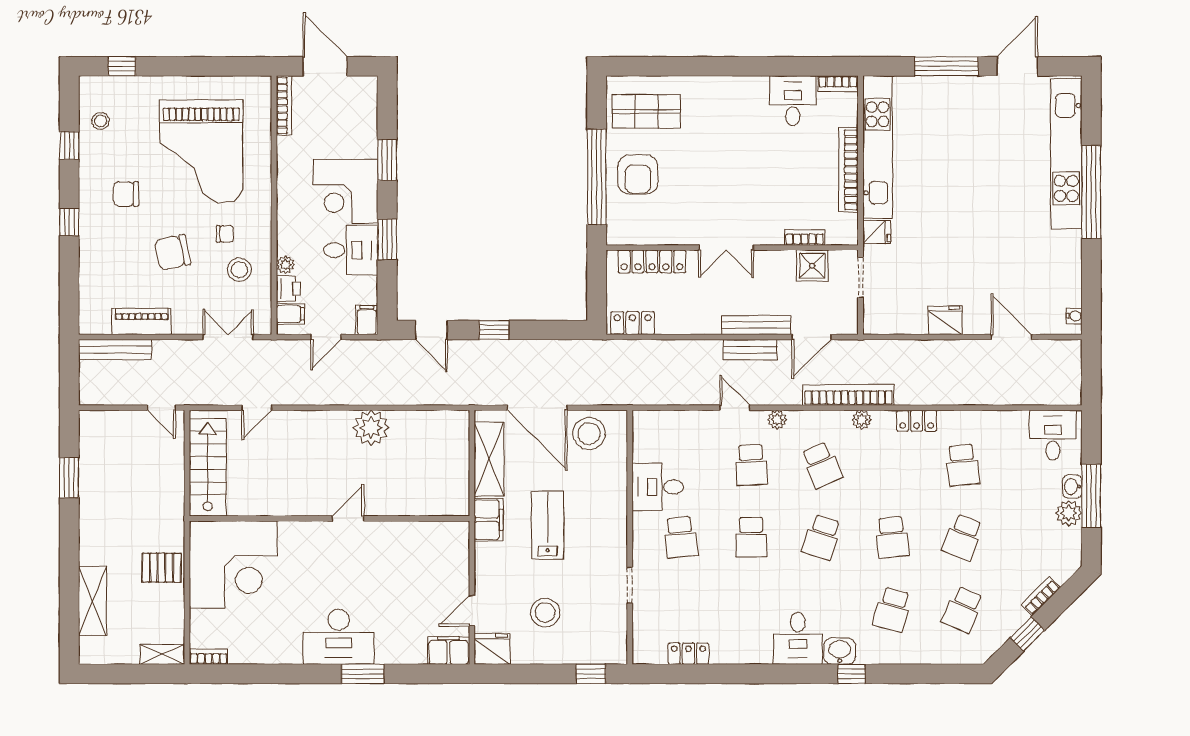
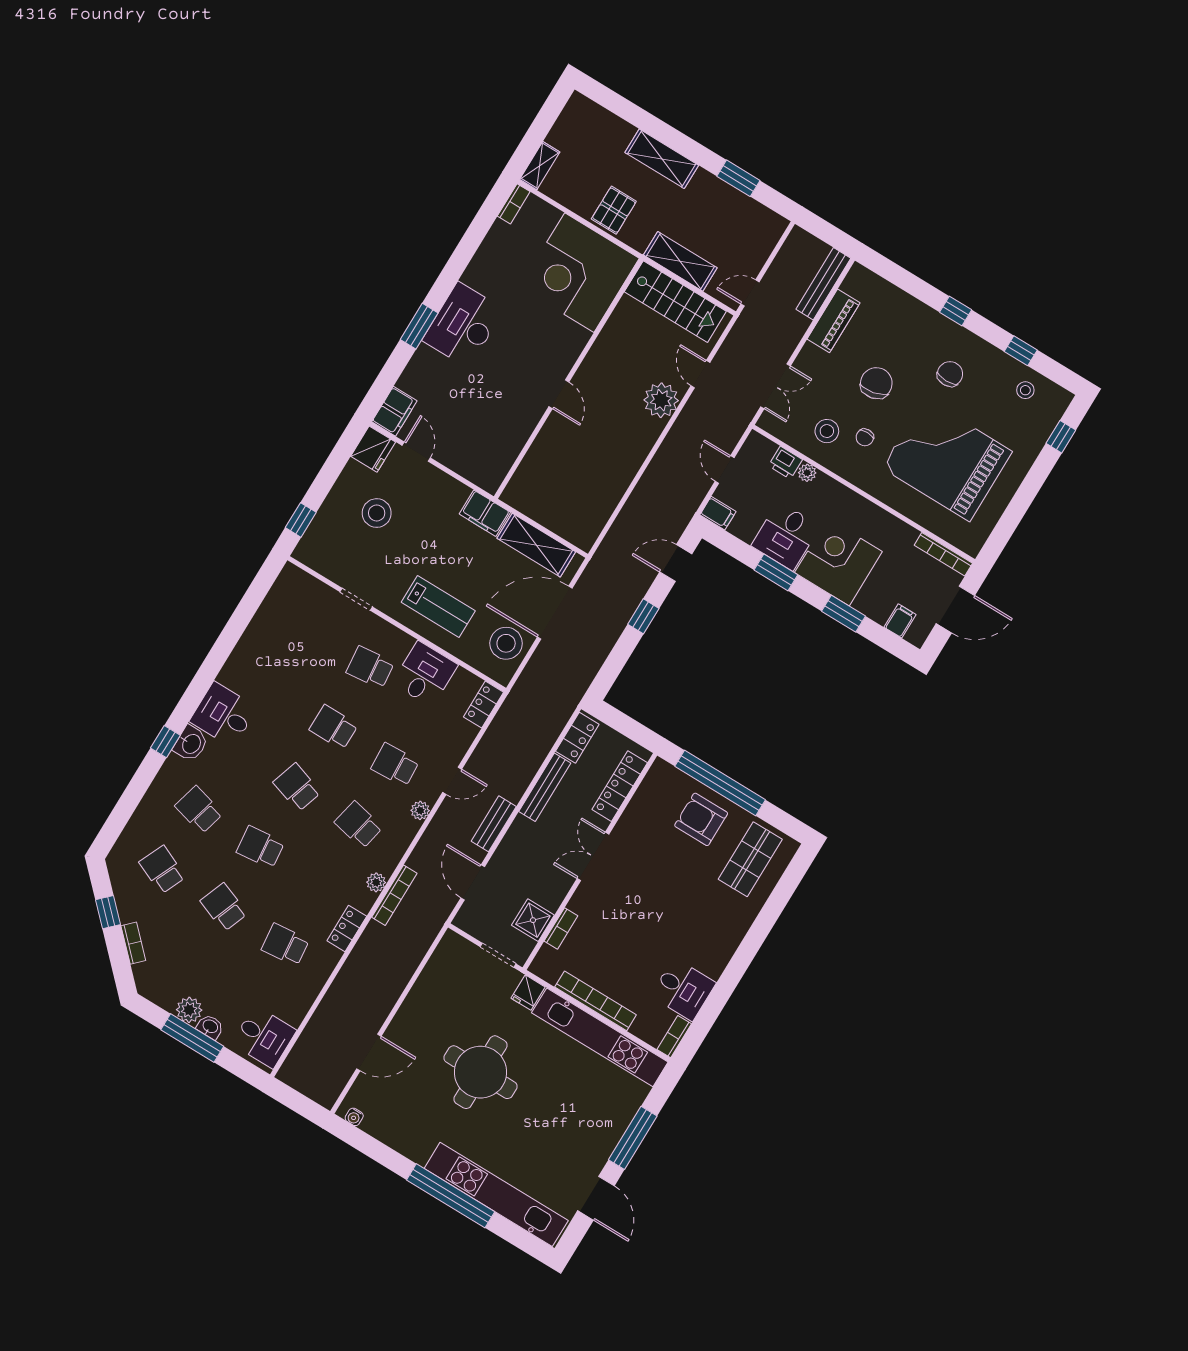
round table: (970, 231) -> (480, 1072), added
filing cabinet: (290, 314) -> (900, 621), moved, turned 180
fridge: (945, 320) -> (417, 1005), removed
bench: (756, 325) -> (545, 787), moved
bookcase: (848, 395) -> (394, 895), width x0.68, depth x0.76
plant: (371, 428) -> (661, 400), moved
school desk: (822, 465) -> (359, 825), turned 36
shelving: (171, 484) -> (680, 261), added
lab bench: (548, 525) -> (438, 607), moved
shelving: (93, 601) -> (662, 159), moved
locker: (688, 654) -> (483, 705), moved, turned 180

